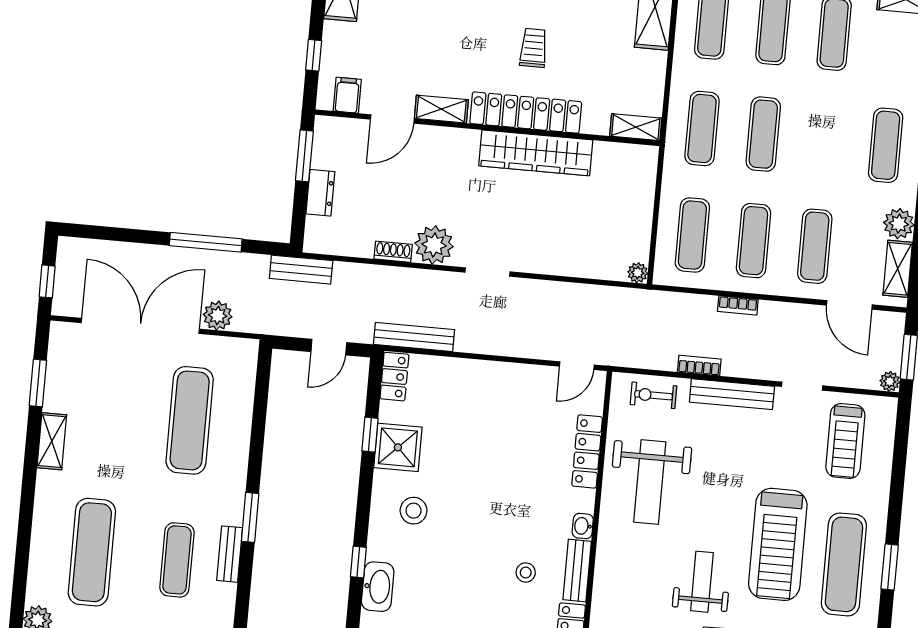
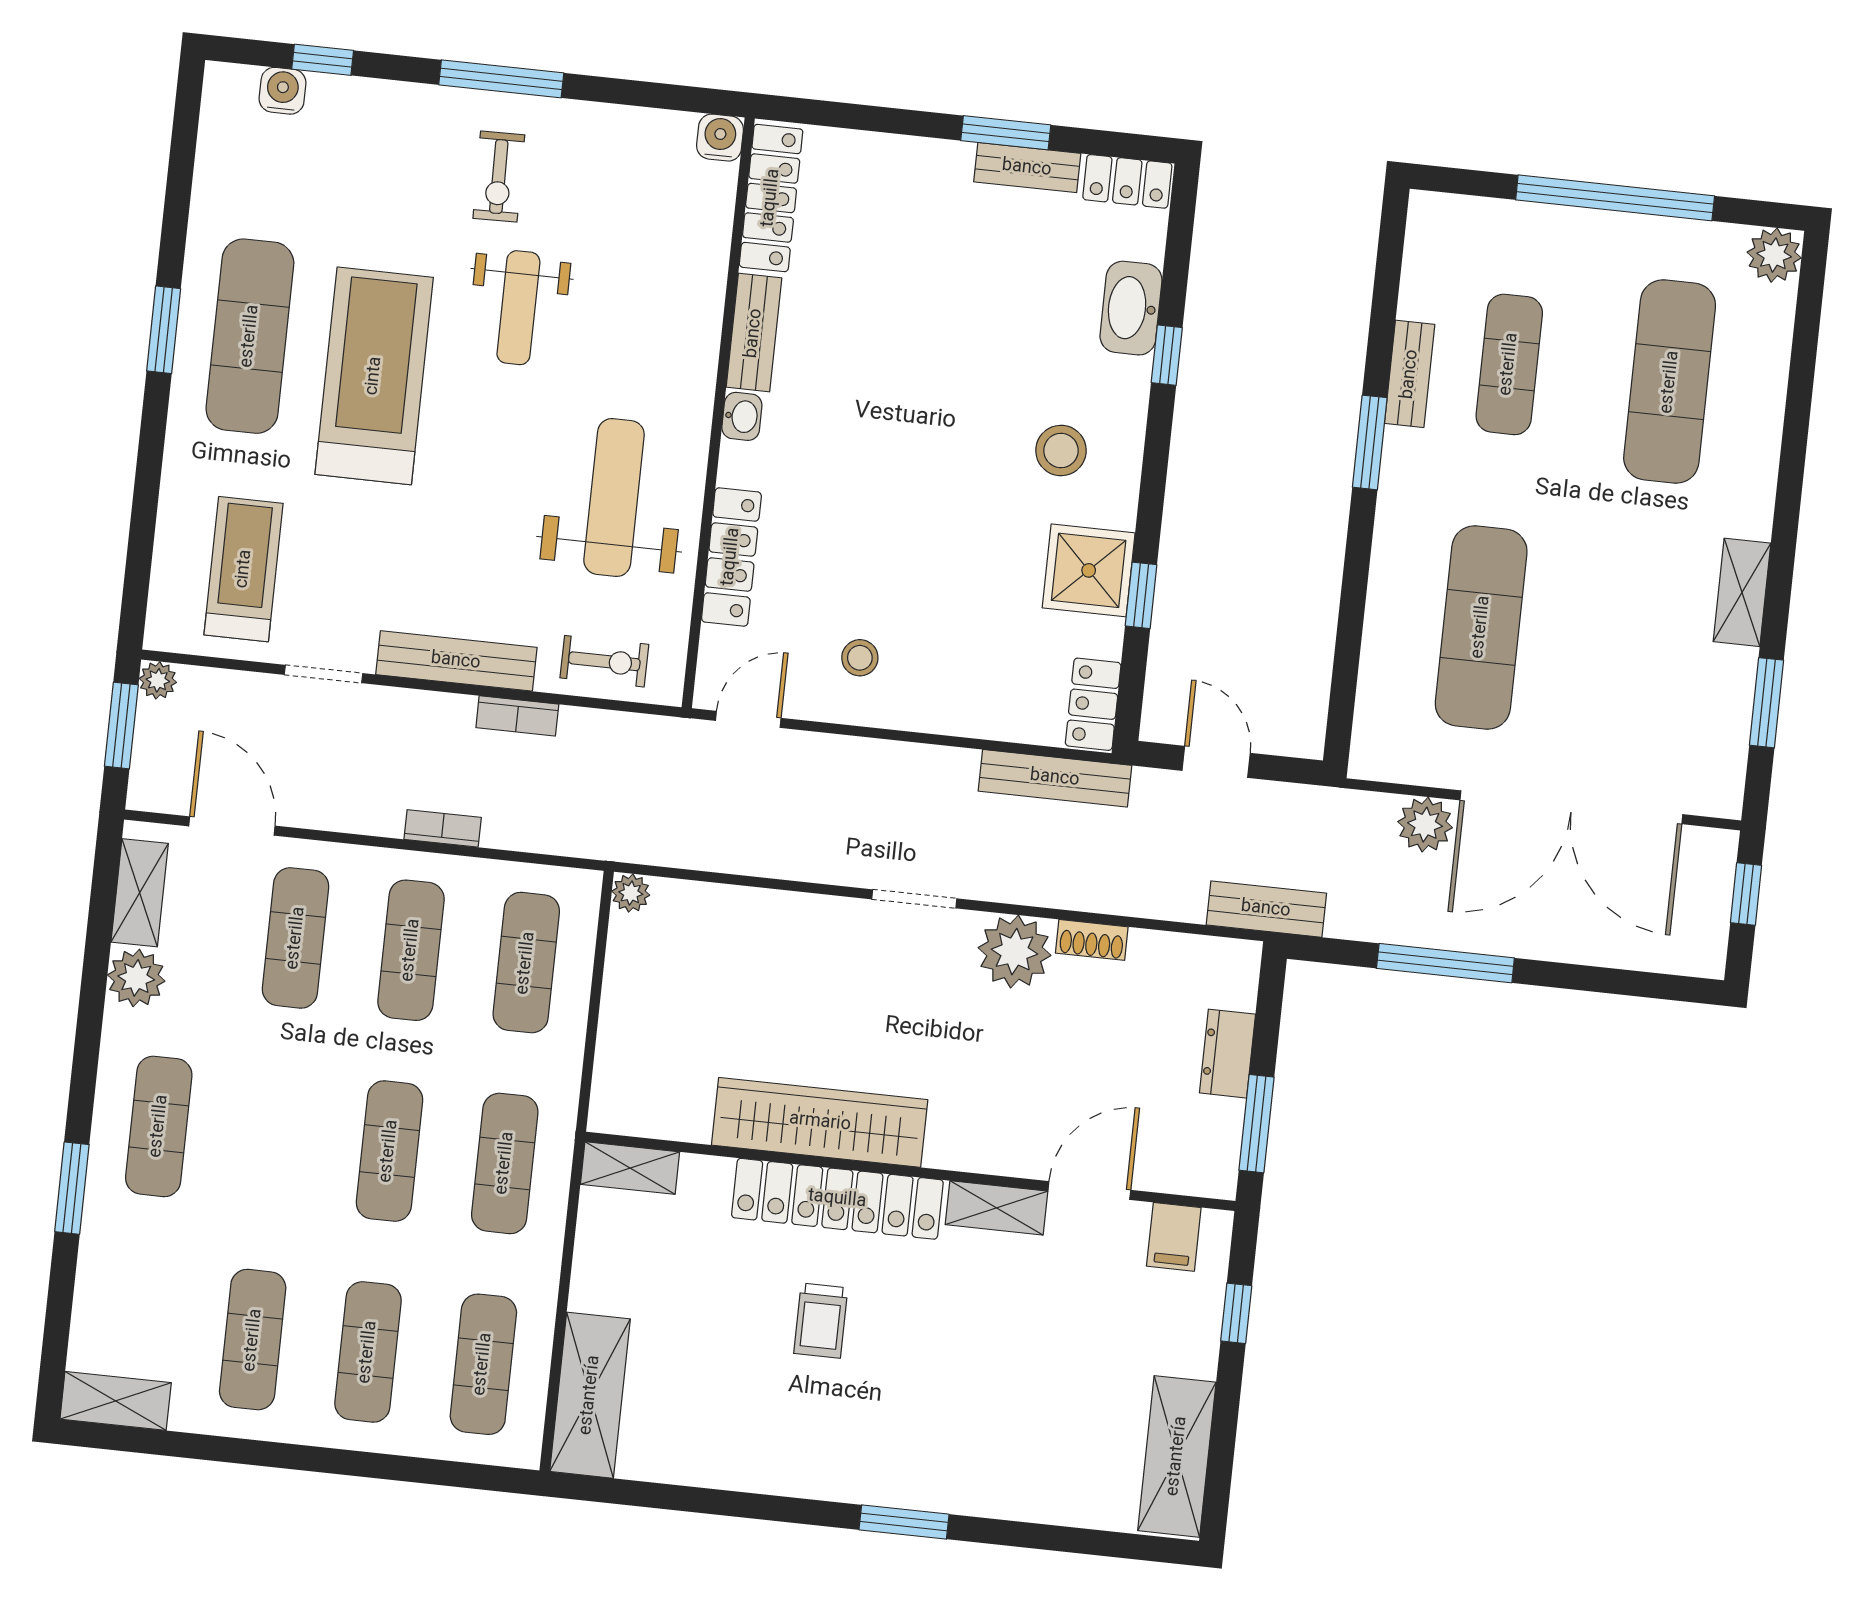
door: (329, 347) -> (1216, 762), hinge flipped
stool: (526, 572) -> (860, 658), moved

